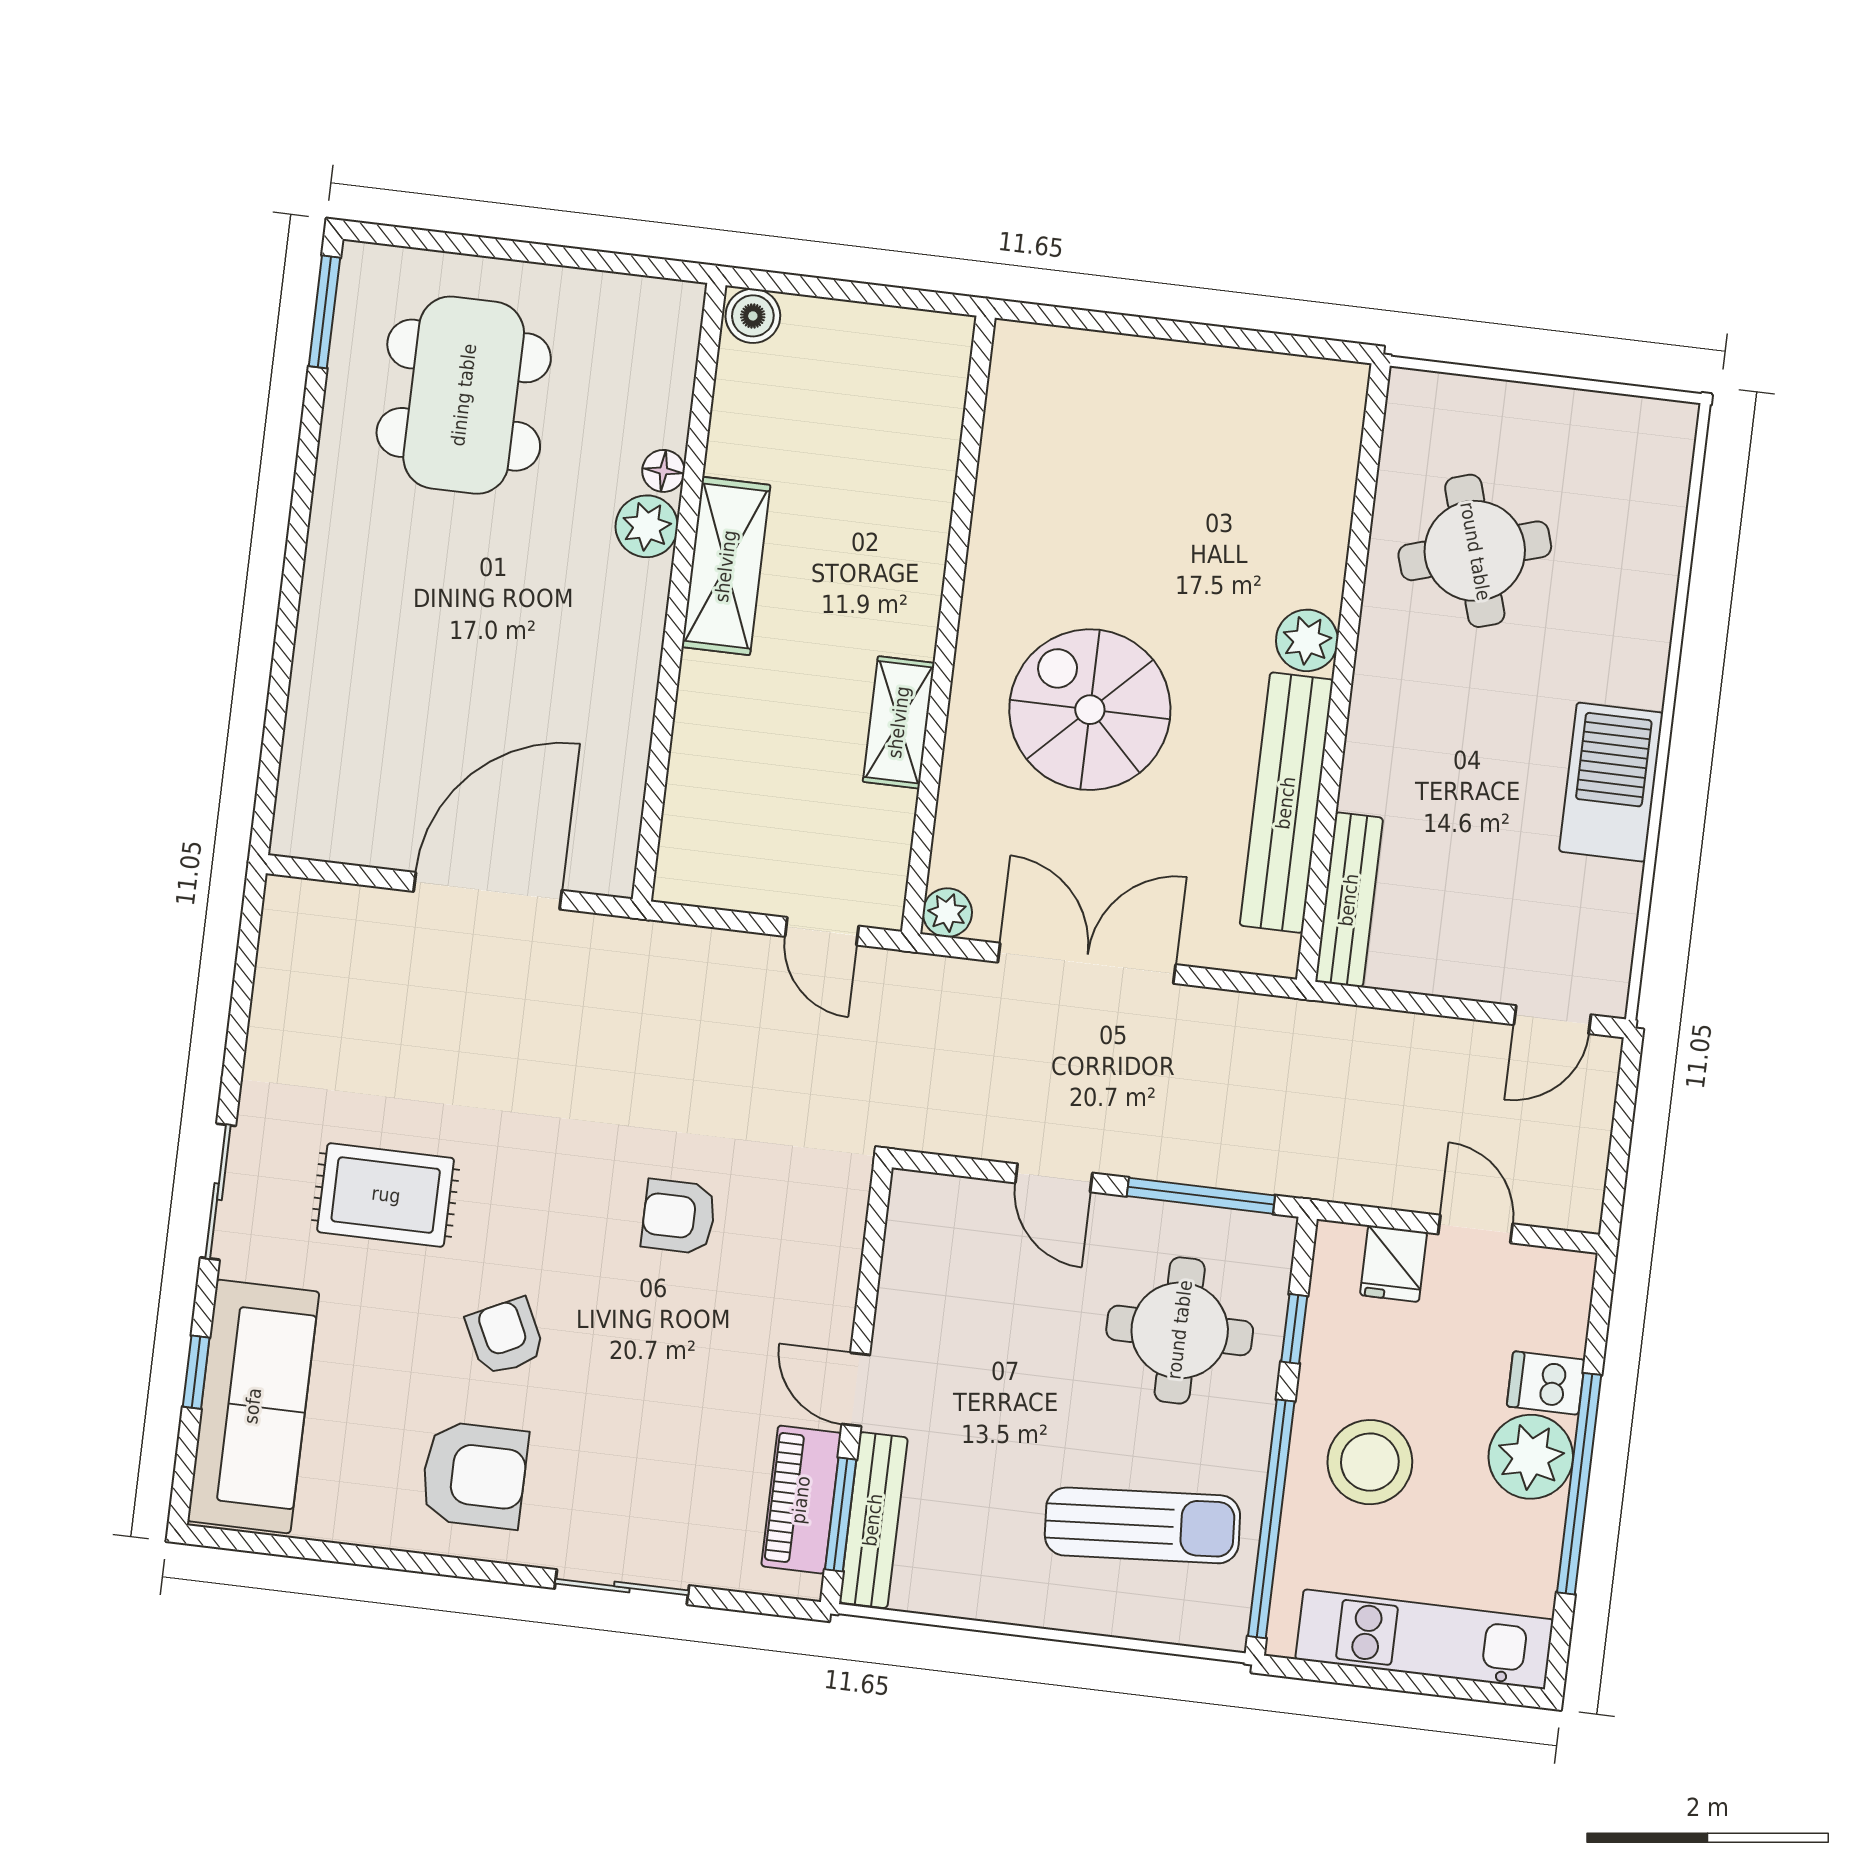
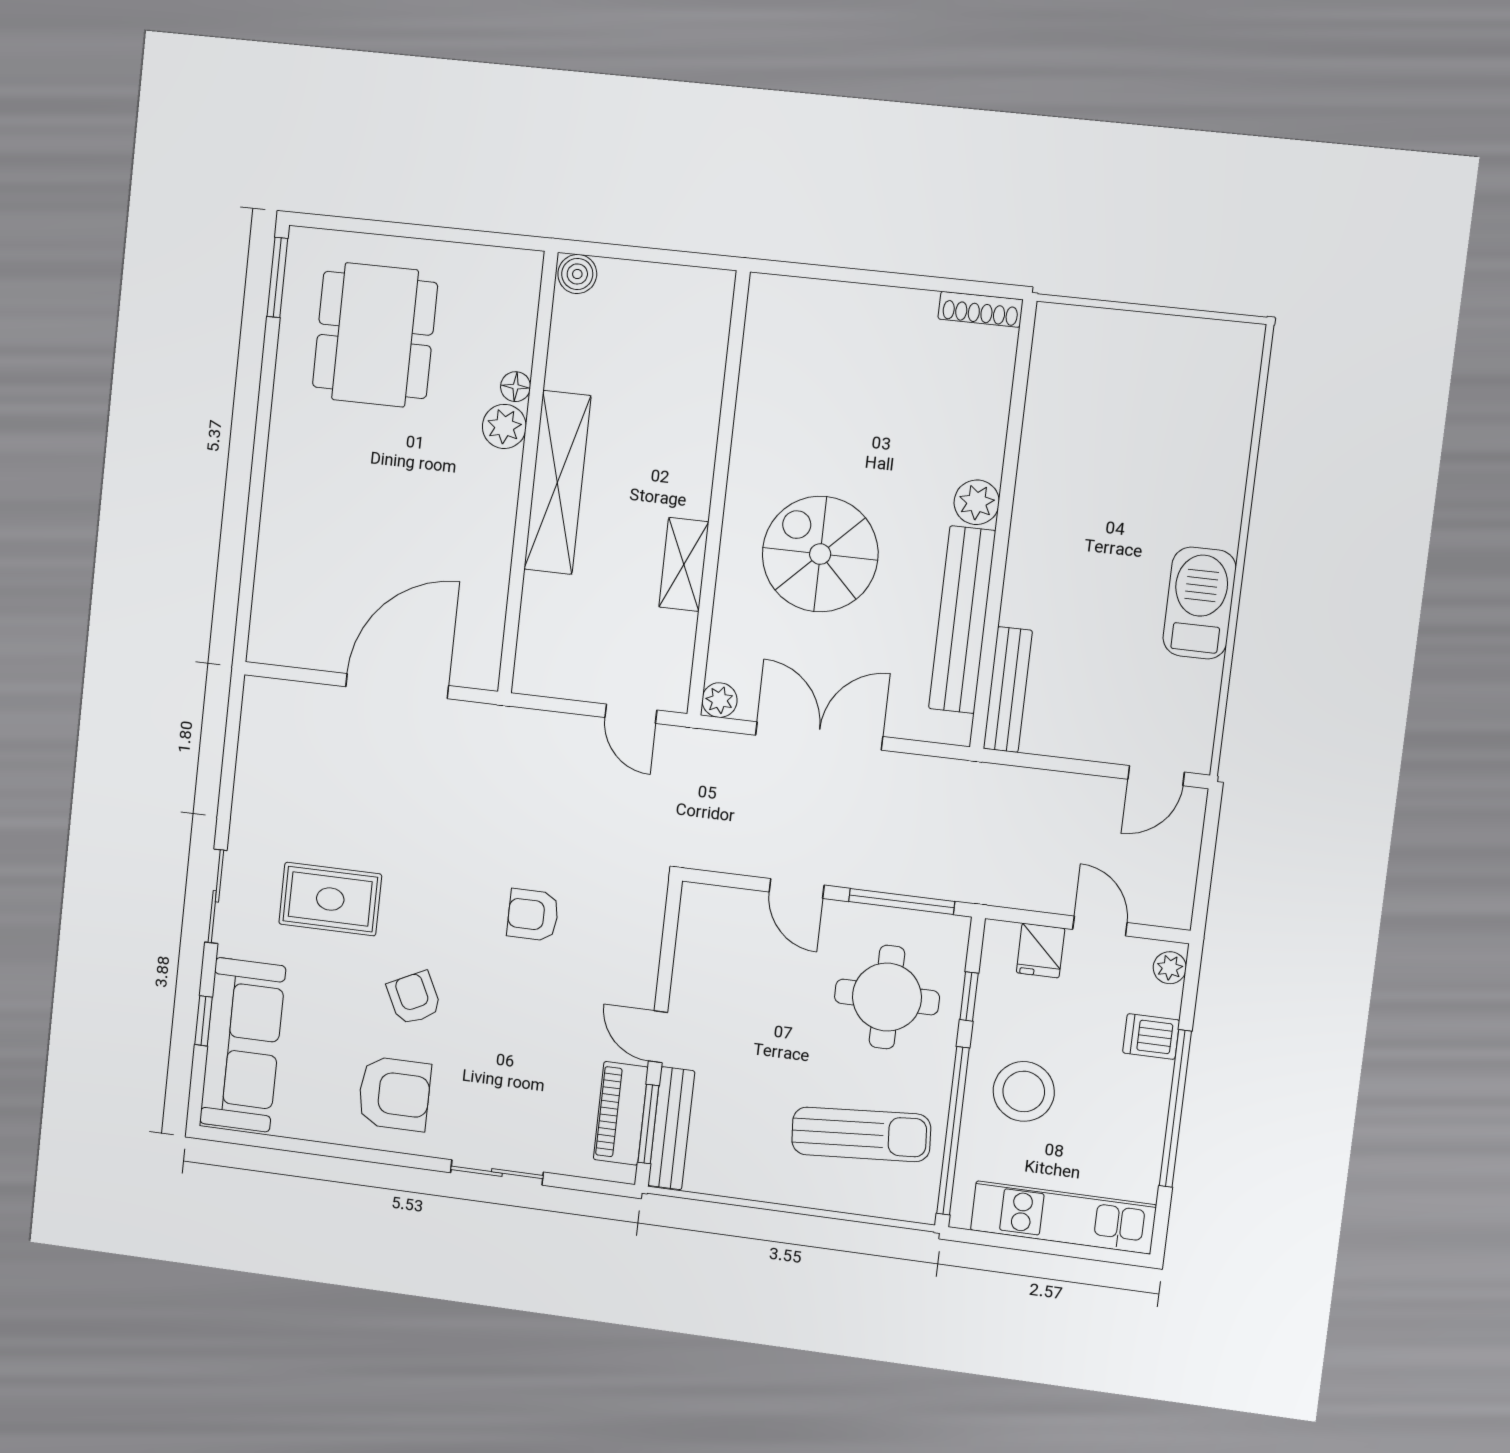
shoe rack: (1313, 376) -> (981, 309), added
round table: (1475, 551) -> (1099, 435), removed
shelving: (726, 566) -> (557, 482), width x1.47
plant: (1531, 1457) -> (1170, 968), moved, width x0.53, depth x0.53

